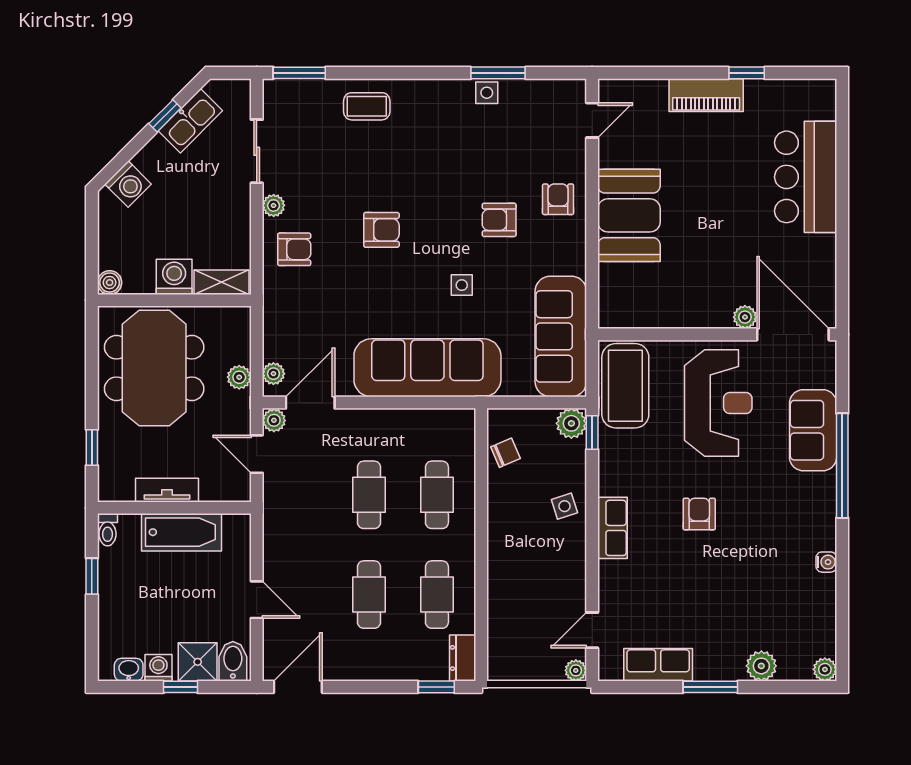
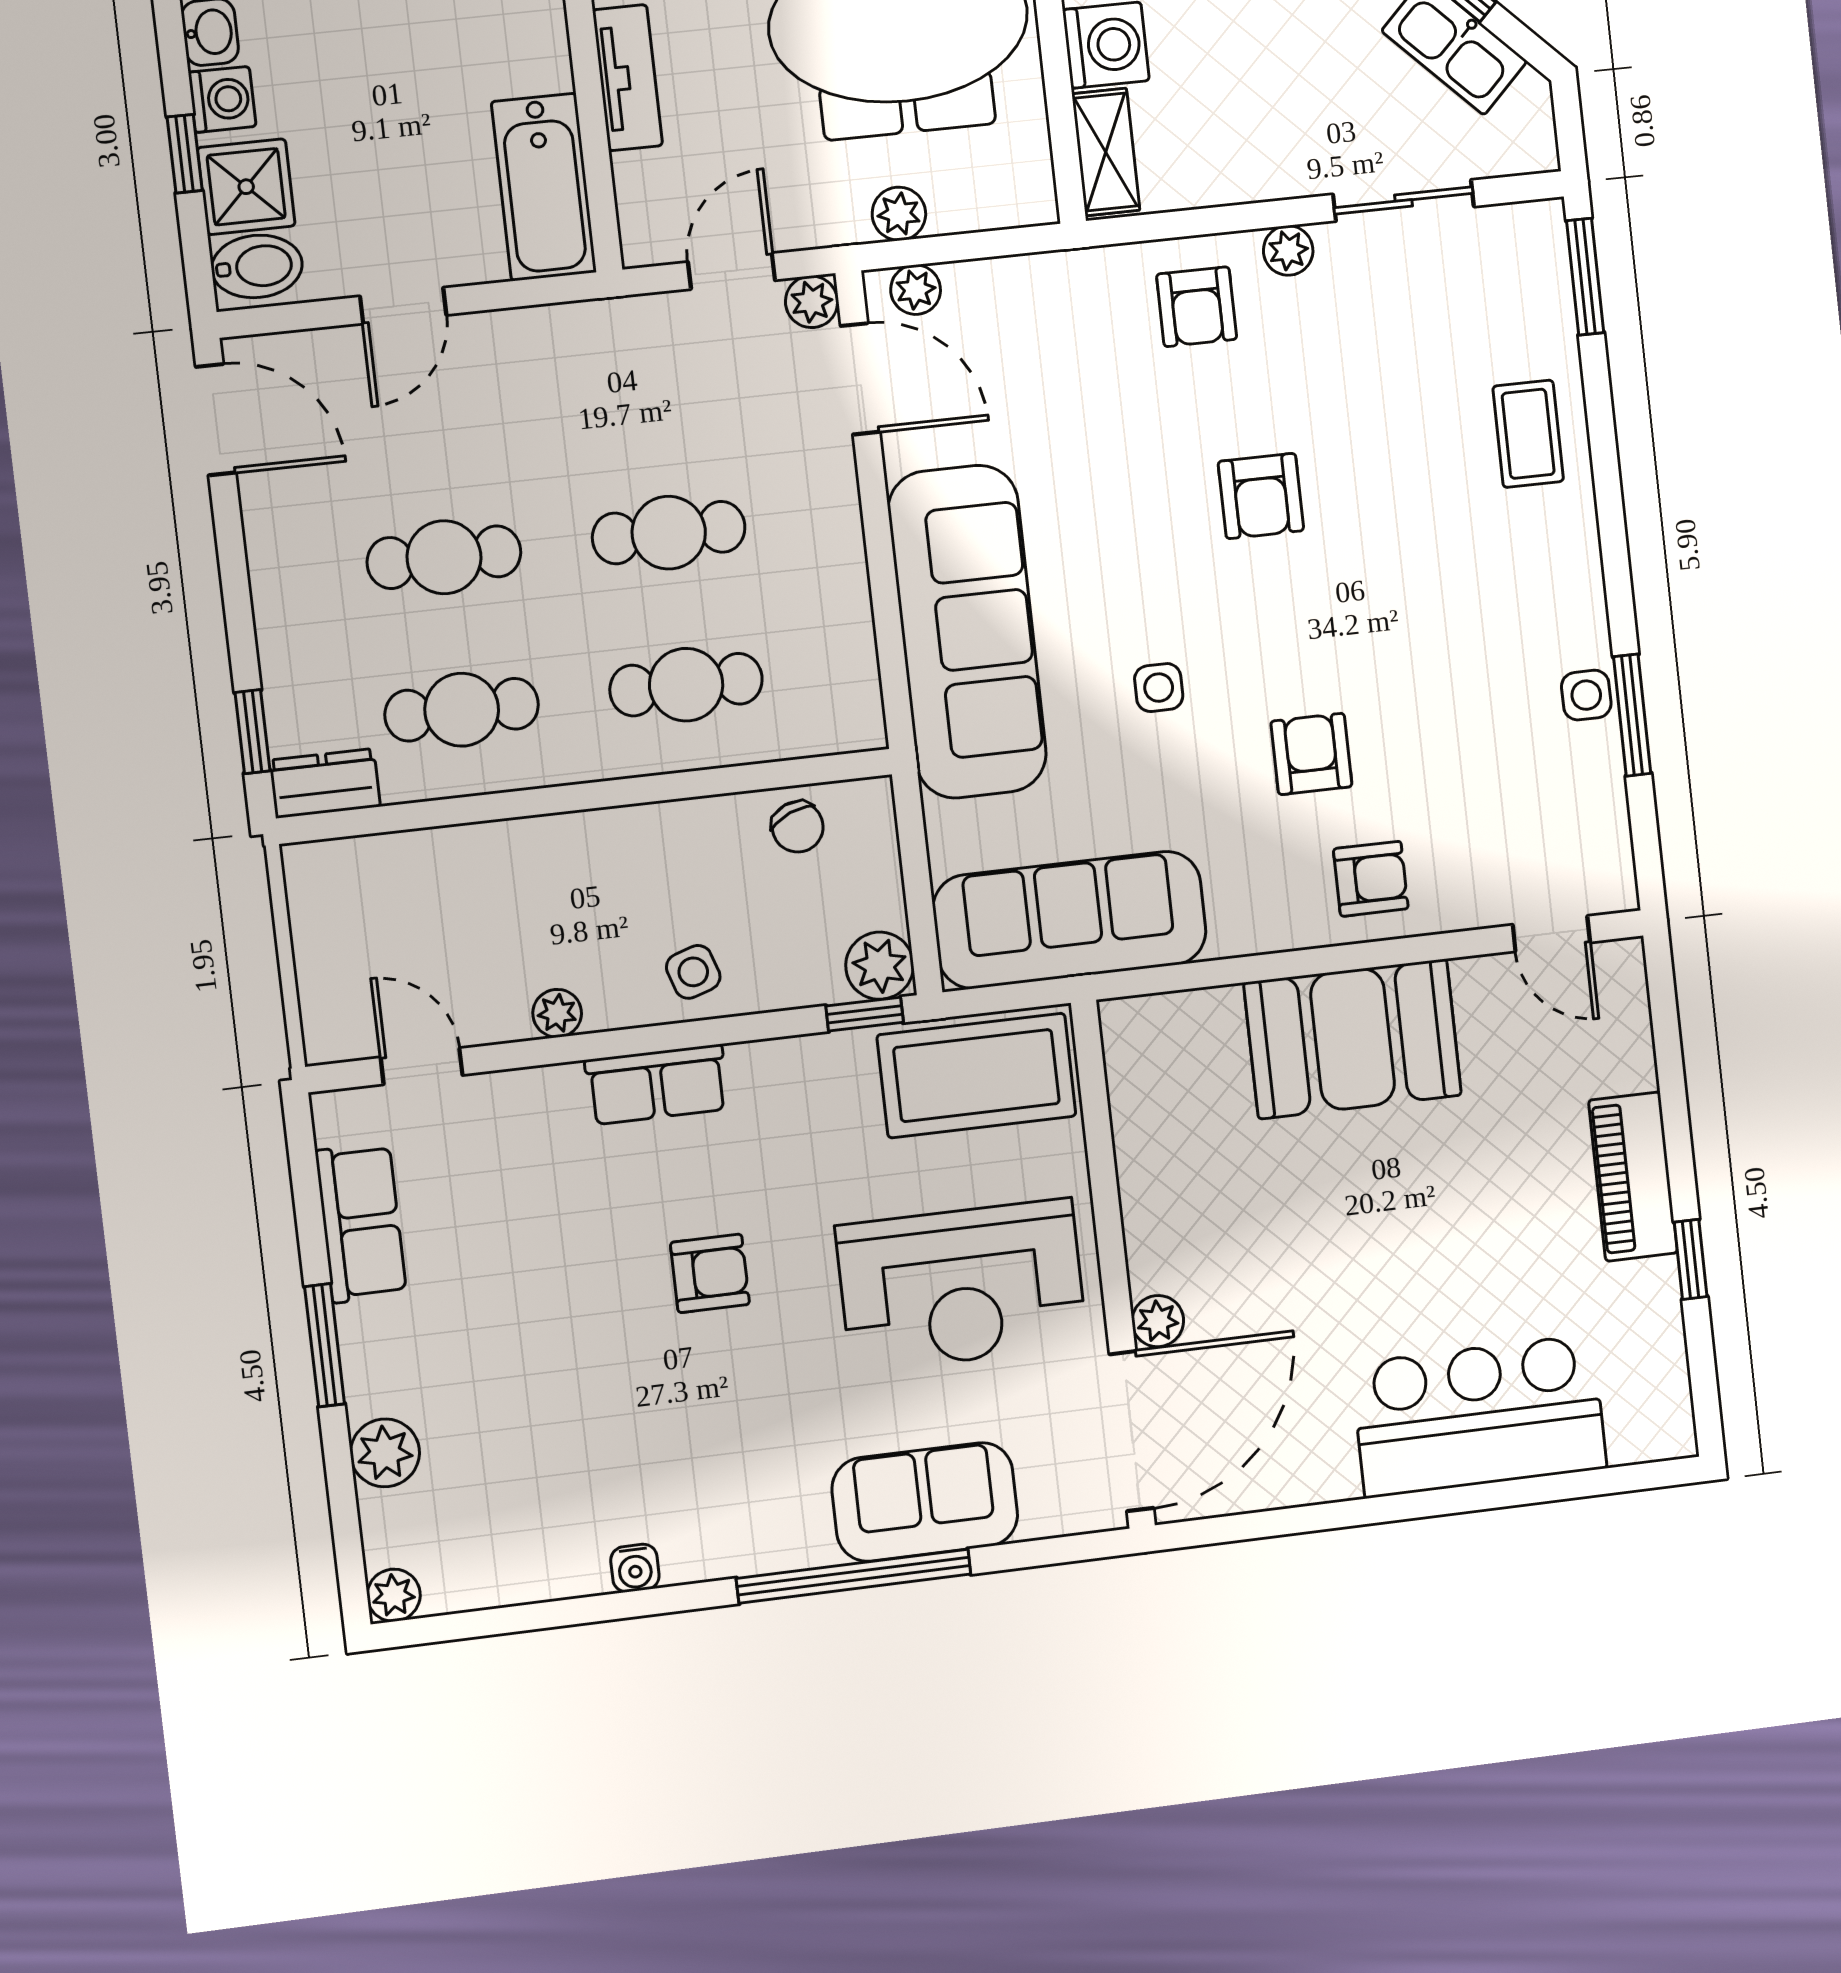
bathtub: (182, 532) -> (544, 187), moved
plant: (576, 670) -> (557, 1013), moved

